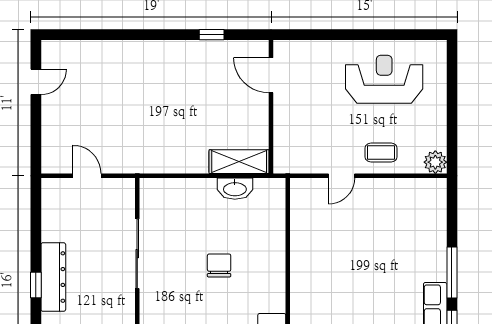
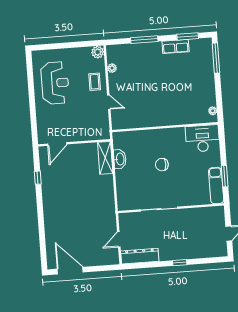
reception desk: (384, 79) -> (55, 83), turned 180
door: (36, 82) -> (70, 271), width x1.88
plant: (404, 186) -> (112, 68), added
window: (452, 272) -> (144, 40), moved
dresser: (53, 277) -> (140, 256), moved

